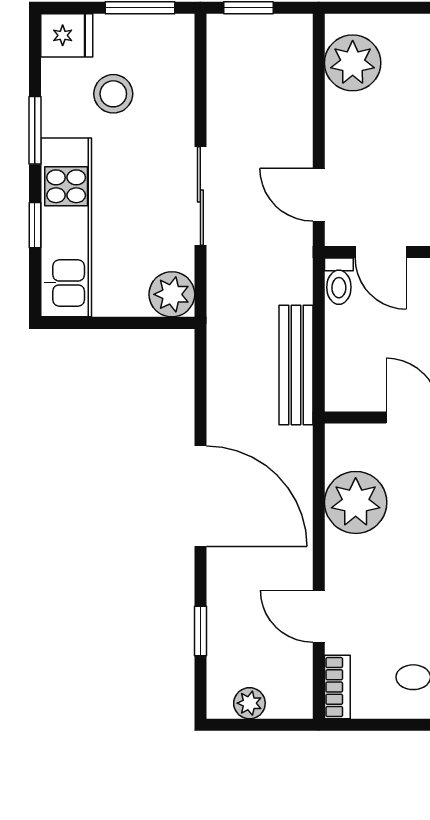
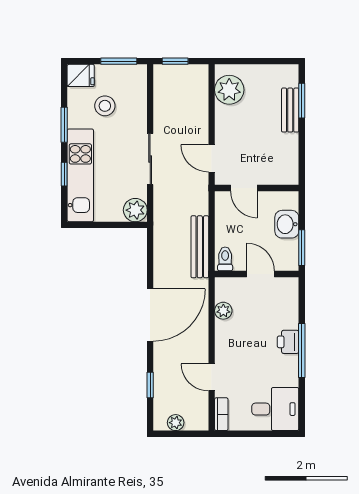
toilet: (339, 281) -> (225, 259), moved, turned 180
door: (200, 496) -> (150, 315), hinge flipped
plant: (356, 502) -> (223, 311), width x0.53, depth x0.53

